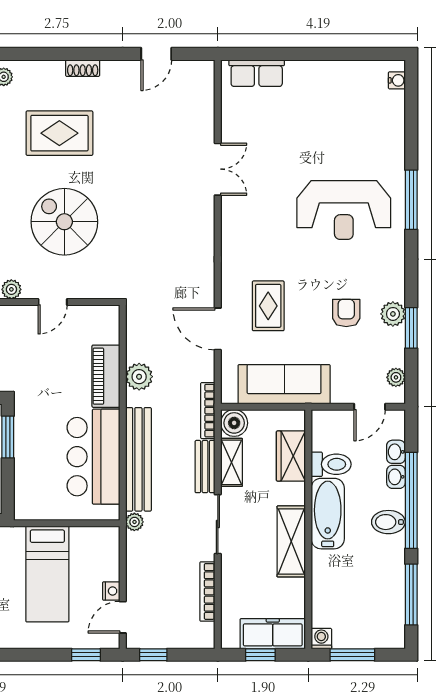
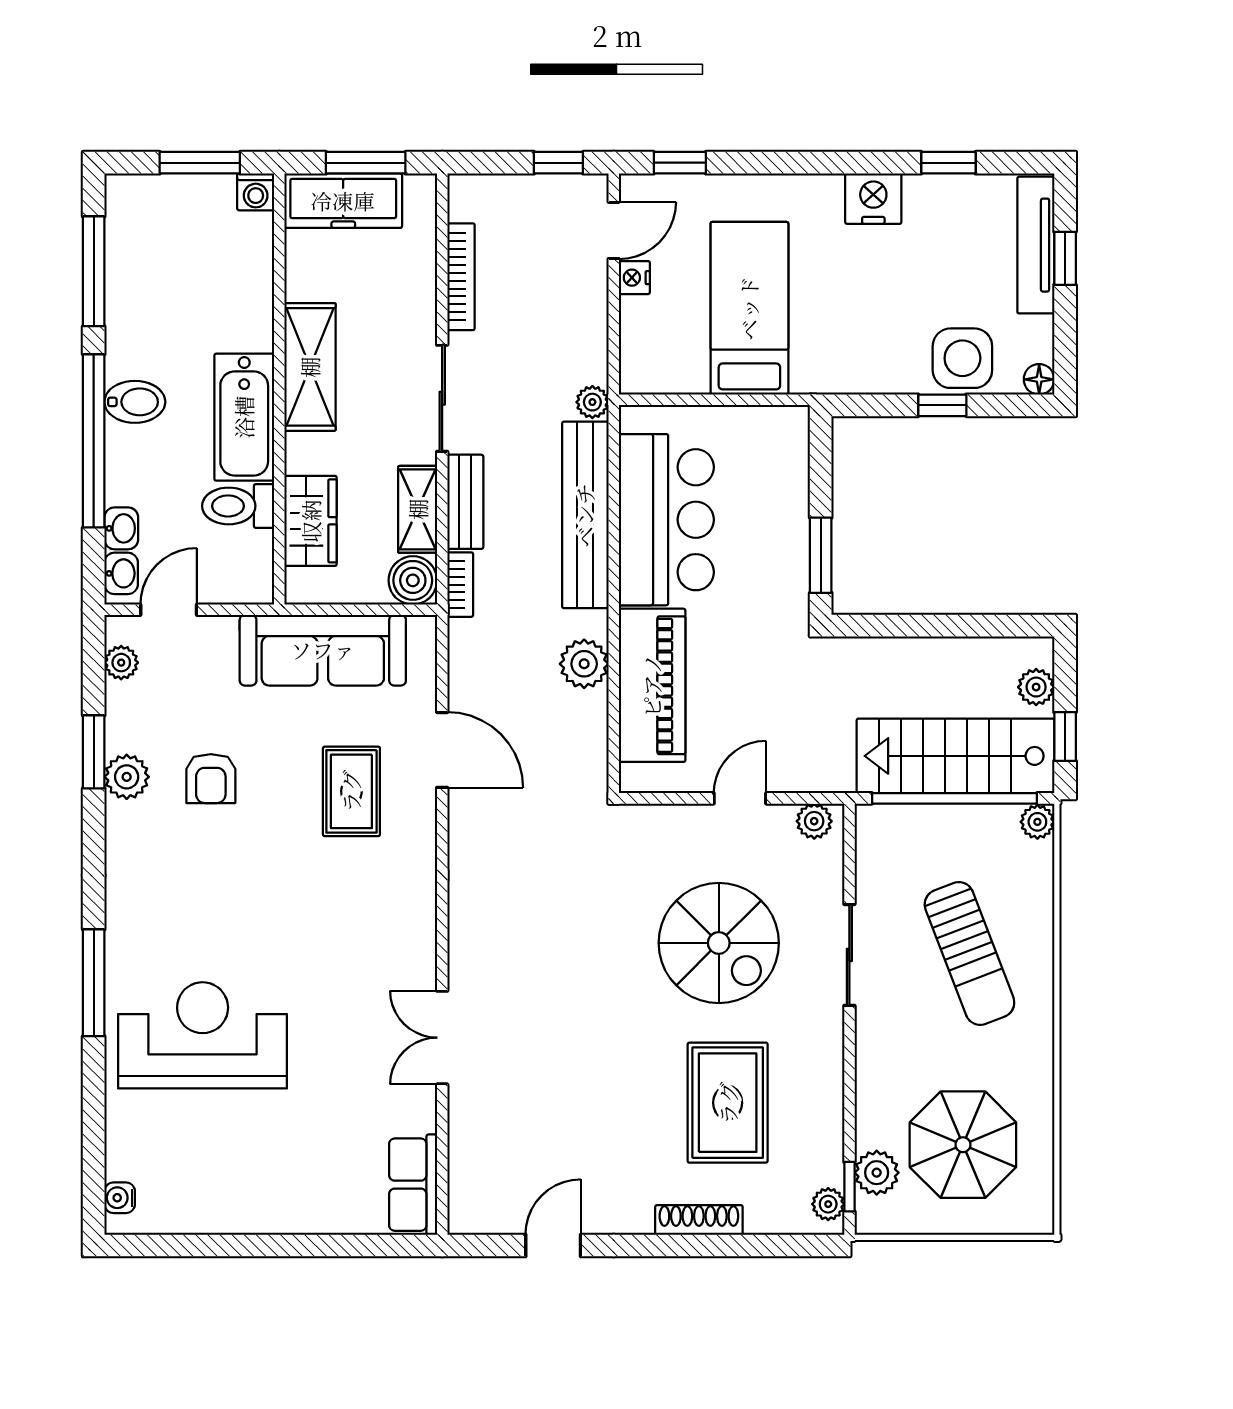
shoe rack: (83, 68) -> (699, 1220), width x1.43
row of seats: (257, 73) -> (413, 1185), moved, turned -90
rug: (59, 133) -> (728, 1103), turned 90
reception desk: (344, 210) -> (203, 1035), moved
piano: (106, 376) -> (652, 685), width x1.37, depth x1.33
bookcase: (208, 411) -> (460, 585), width x0.64
washbasin: (396, 477) -> (121, 573), moved
window: (260, 655) -> (366, 163), width x1.50

